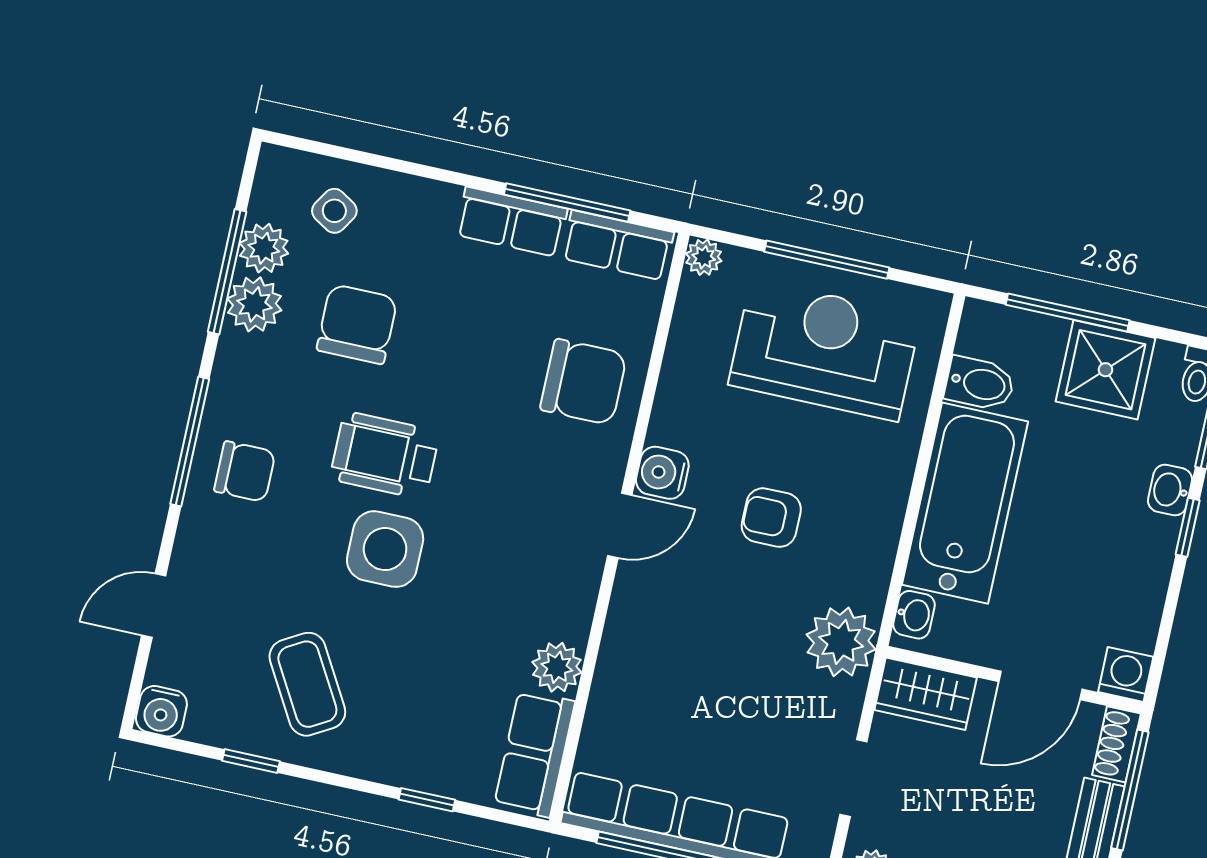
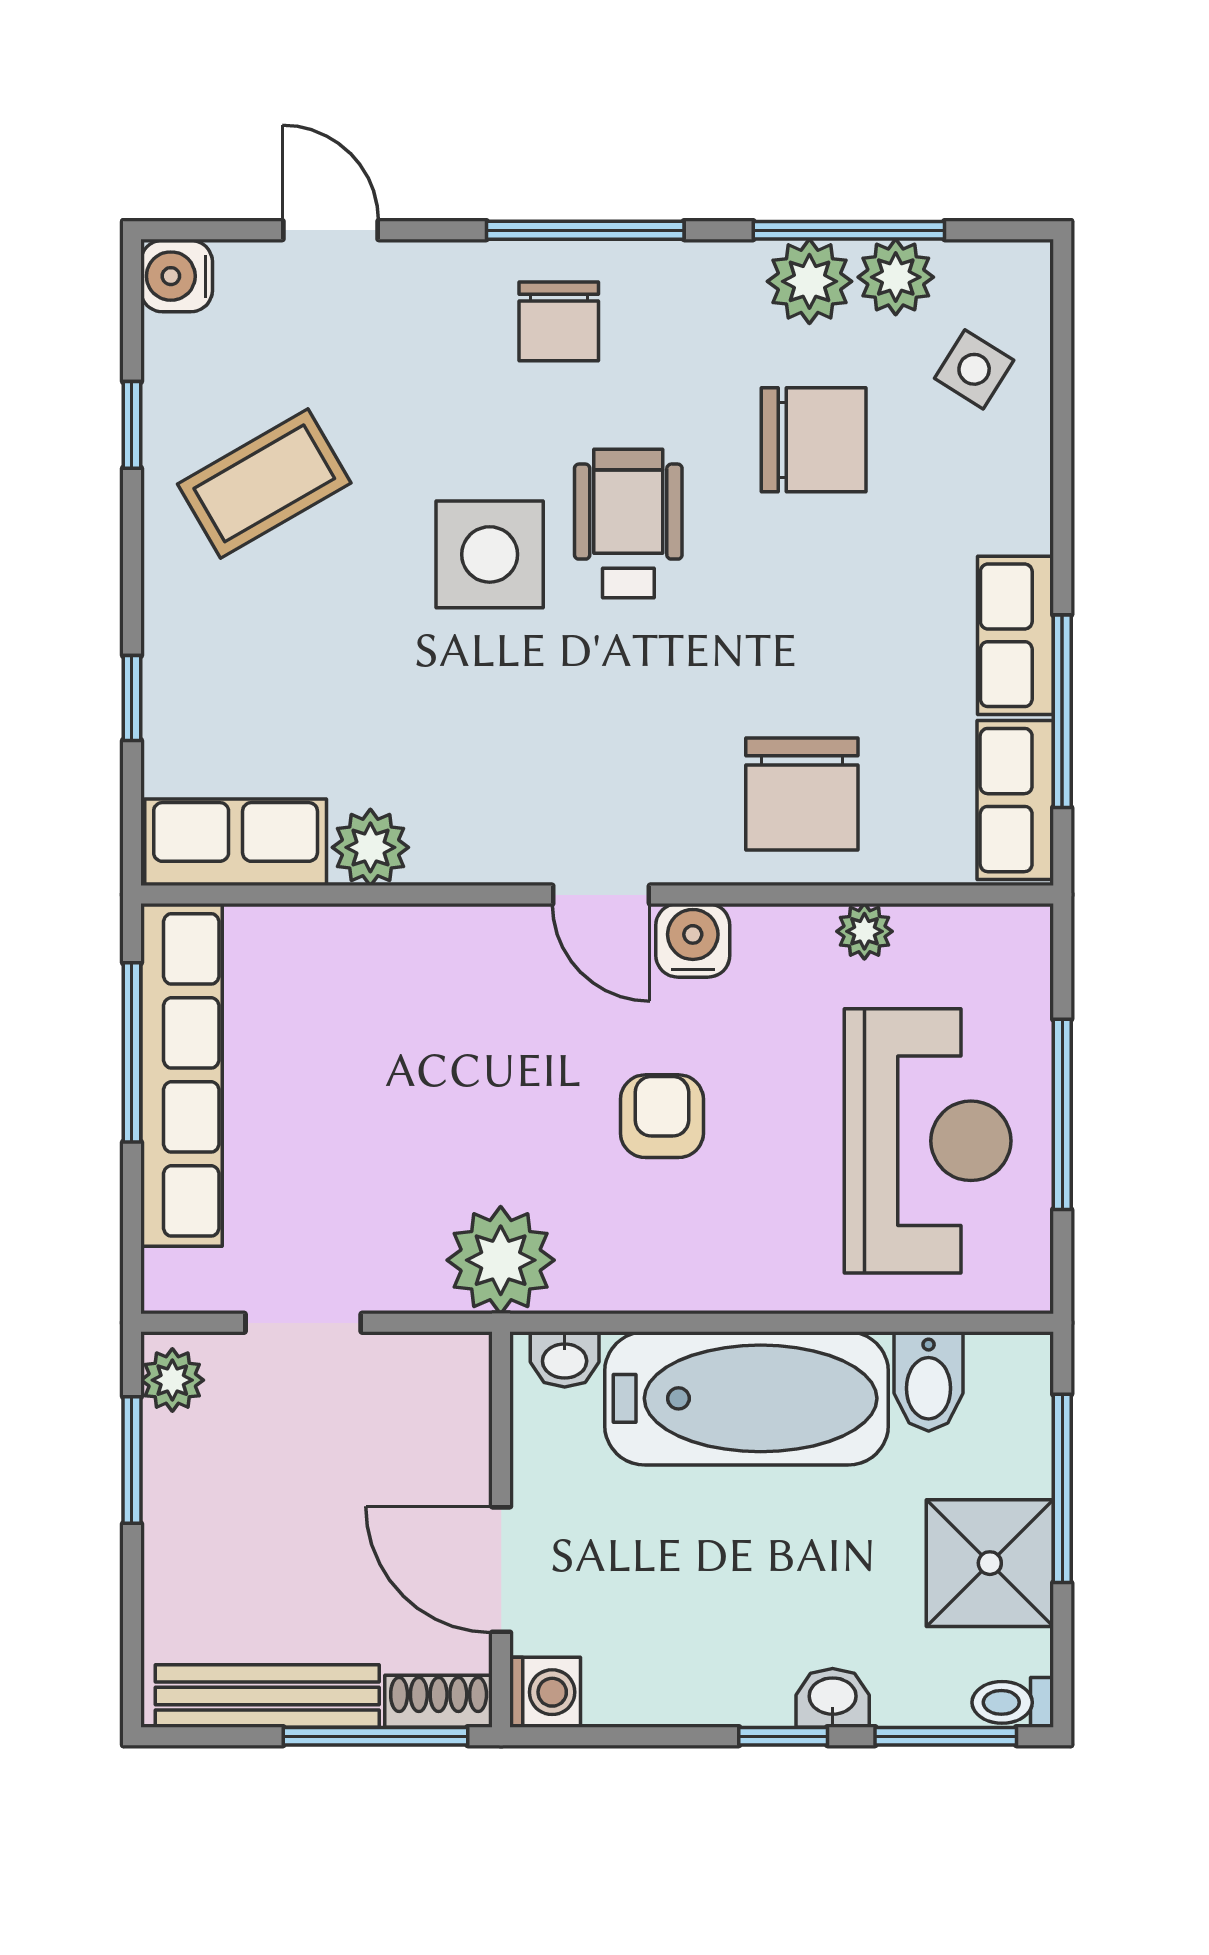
plant: (704, 257) -> (864, 931), moved
wardrobe: (926, 694) -> (451, 1402), removed

